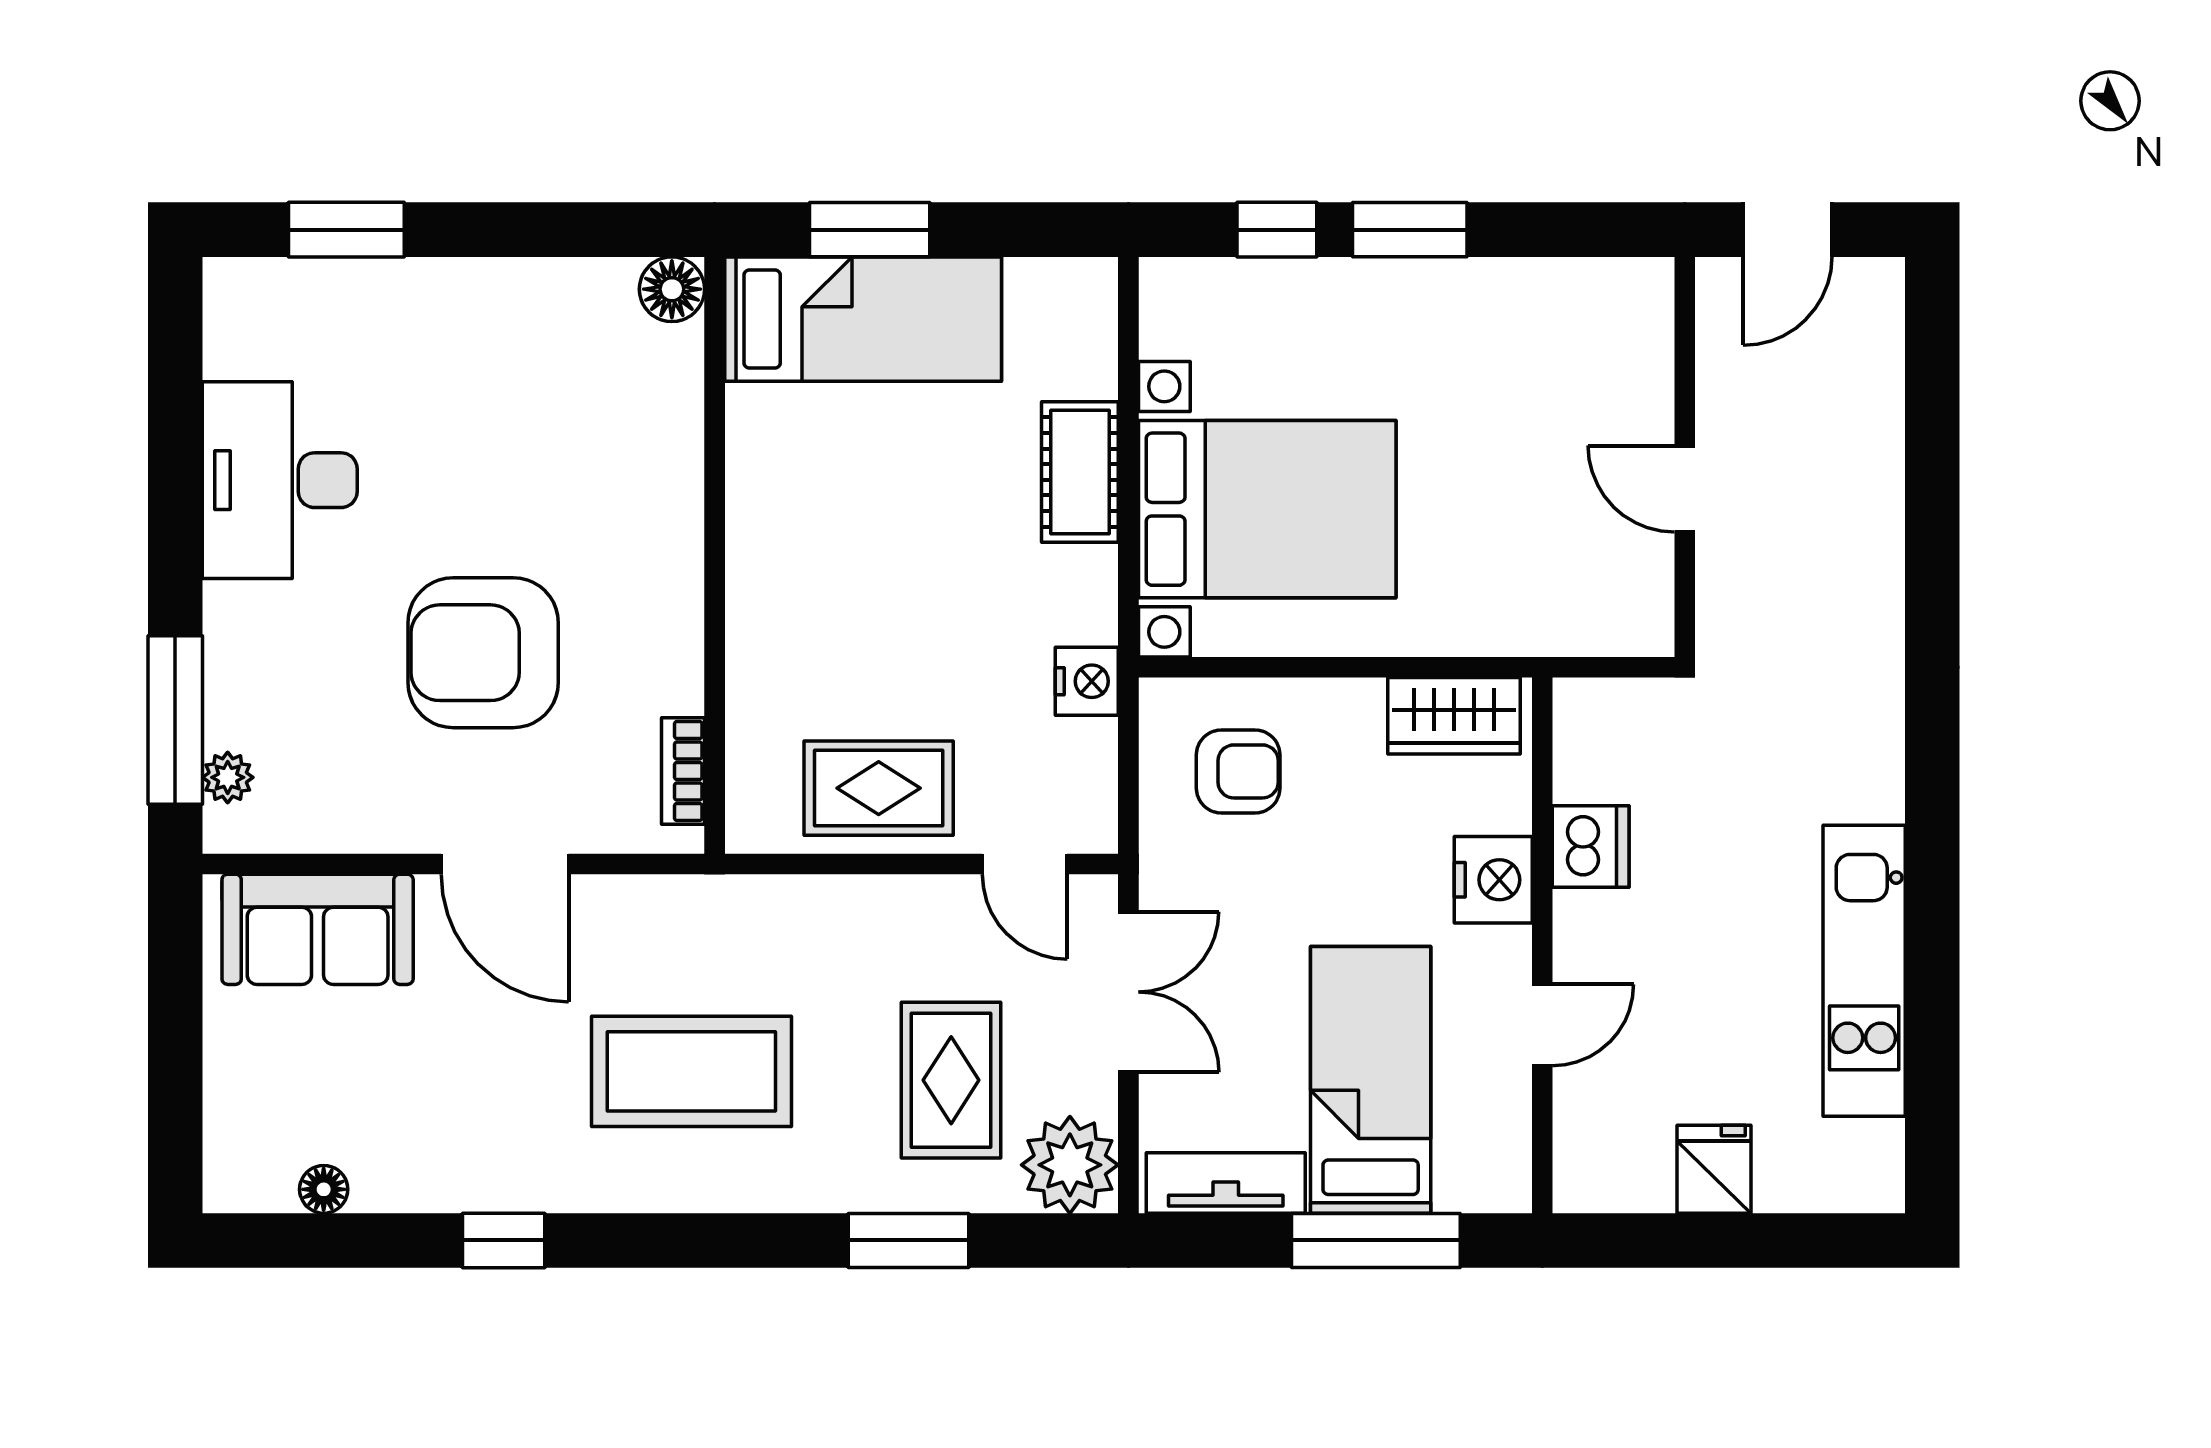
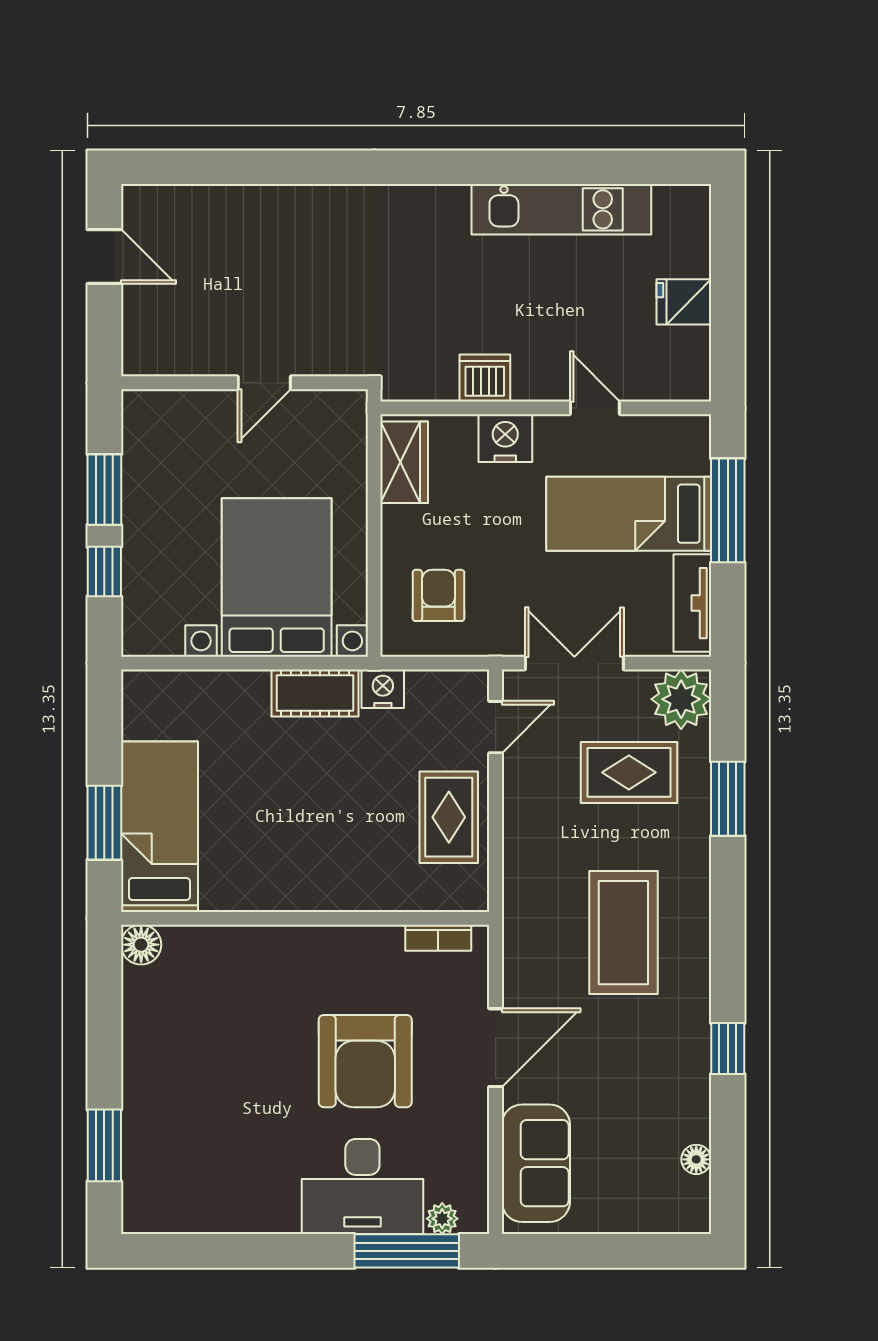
wall: (1685, 457) -> (244, 383), moved
cot: (1080, 472) -> (315, 693), moved
desk: (280, 480) -> (362, 1187), moved
door: (1685, 489) -> (264, 383), moved

